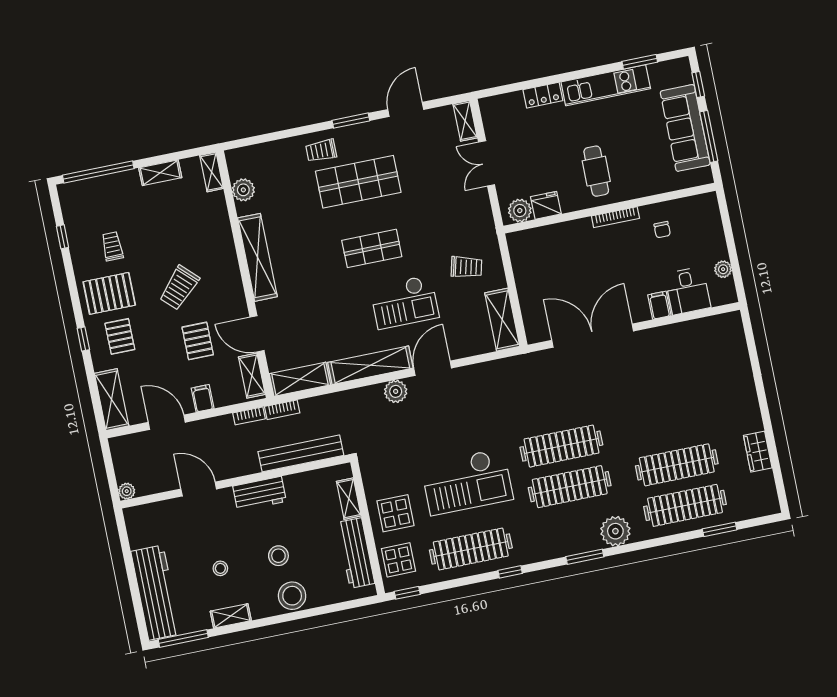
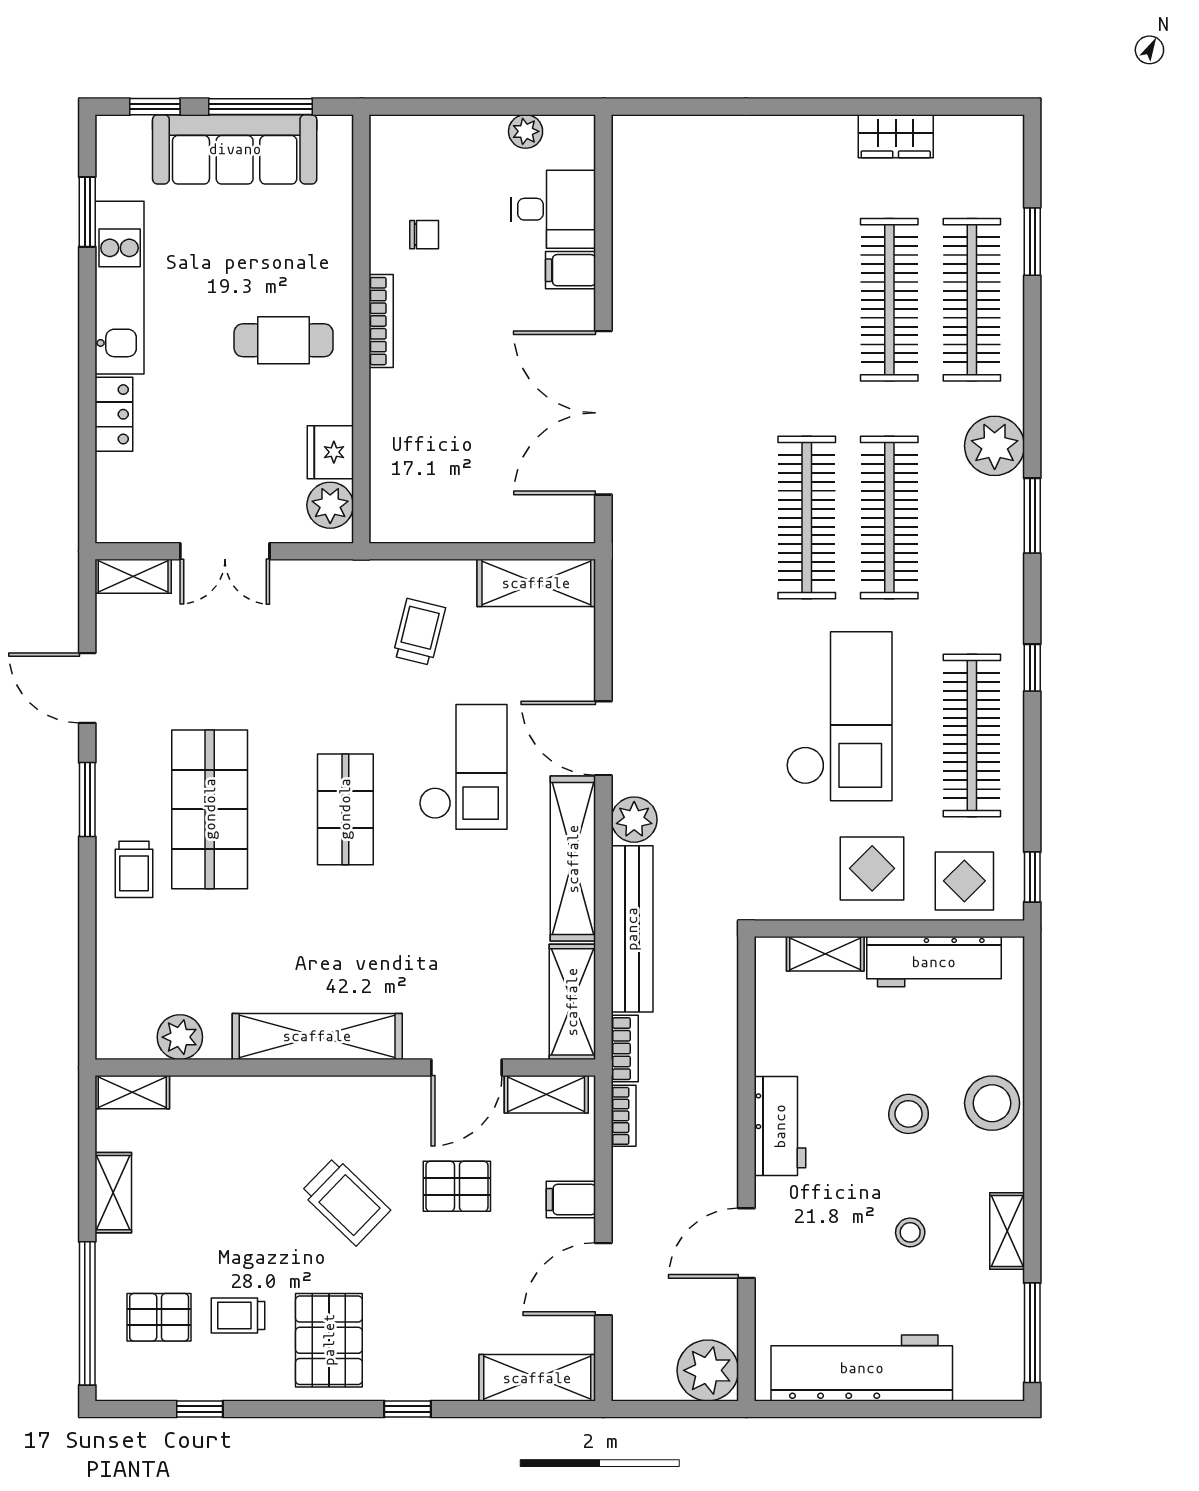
pallet: (120, 336) -> (159, 1317), moved
bench: (301, 453) -> (632, 929), moved
plant: (127, 491) -> (708, 1370), width x1.87, depth x1.87
workbench: (156, 593) -> (862, 1368), moved

